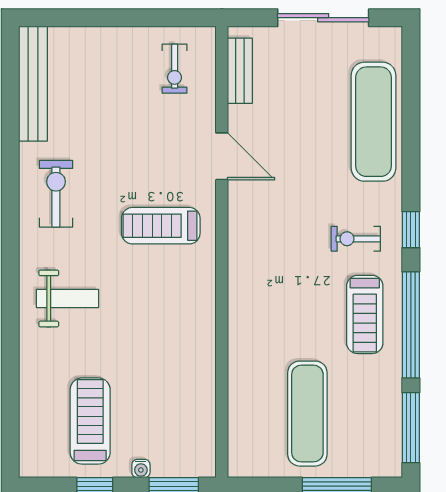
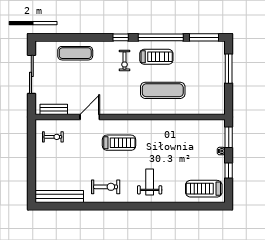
exercise mat: (373, 122) -> (75, 53), width x0.73, depth x0.69
exercise bike: (56, 194) -> (106, 187), turned 180
treadmill: (161, 226) -> (119, 143), turned -90
exercise mat: (307, 414) -> (163, 90), moved
treadmill: (90, 421) -> (204, 189), moved

